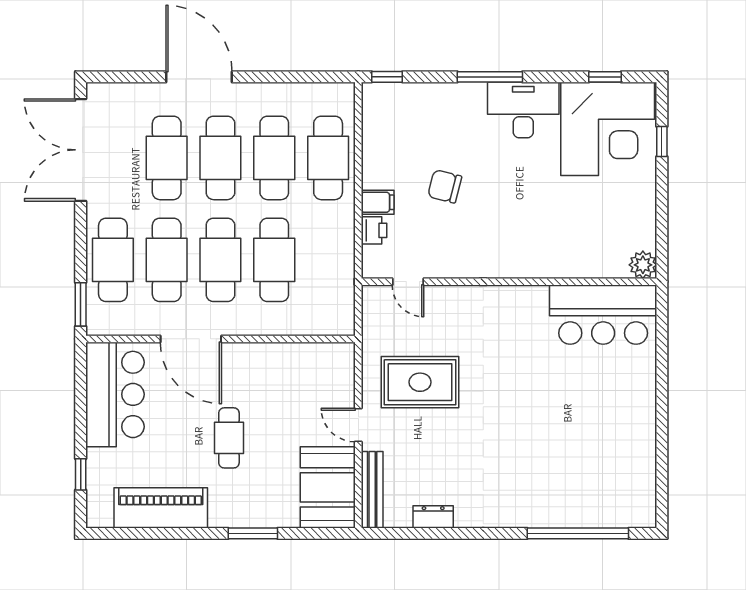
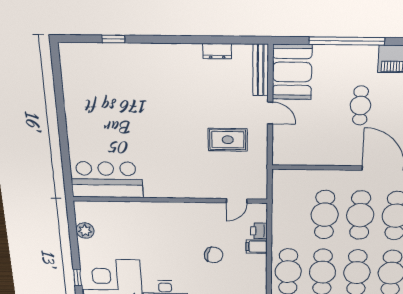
plant: (643, 265) -> (85, 231), moved
door: (408, 282) -> (237, 201), swing flipped
rug: (420, 382) -> (228, 140), width x0.73, depth x0.70
window: (253, 533) -> (347, 41), width x2.11
window: (578, 533) -> (113, 39), width x0.32

